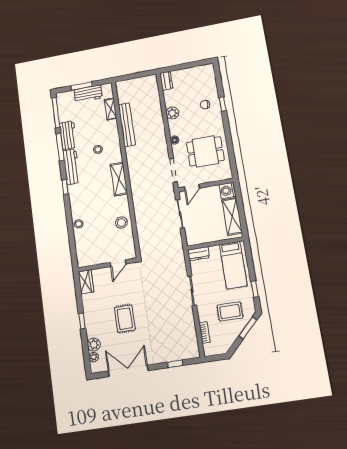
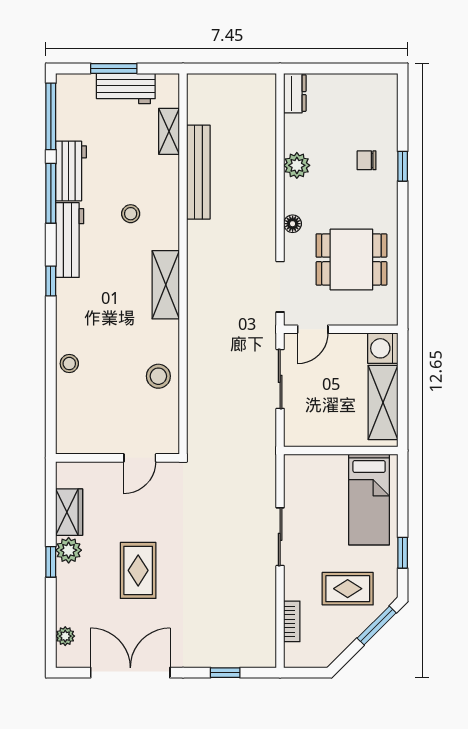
dresser: (199, 254) -> (305, 466), removed
wardrobe: (86, 282) -> (69, 512), moved
plant: (94, 345) -> (69, 550), moved

